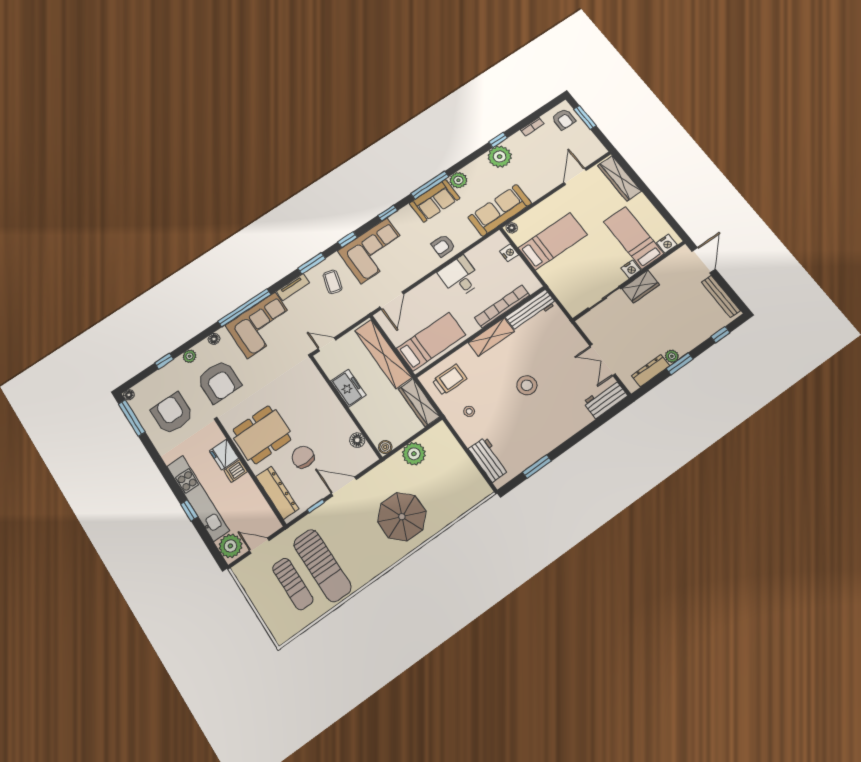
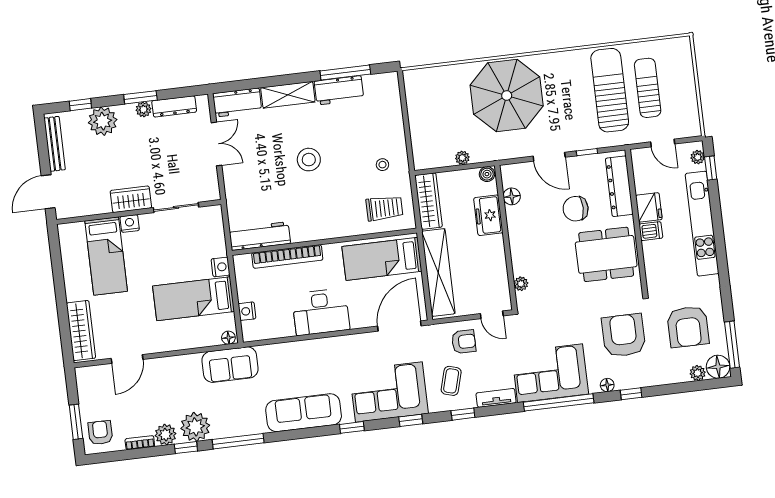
plant: (458, 180) -> (166, 435), moved
window: (430, 185) -> (238, 441), moved
sofa: (435, 201) -> (304, 413), width x1.36
sofa: (500, 210) -> (230, 365), width x0.73
nightstand: (667, 244) -> (221, 267), moved, turned 90
armchair: (443, 246) -> (464, 342), moved
window: (312, 263) -> (463, 414), width x0.67
desk: (460, 277) -> (321, 312), width x1.37
door: (392, 301) -> (399, 326), width x1.36
plant: (696, 331) -> (103, 121), added
shelving: (491, 337) -> (288, 95), moved
plant: (189, 356) -> (698, 373), moved
window: (164, 361) -> (631, 394), moved
plant: (316, 378) -> (521, 284), added
trolley: (450, 380) -> (384, 208), turned 180
freezer: (348, 388) -> (488, 215), moved
floor lamp: (129, 395) -> (718, 367), width x1.89, depth x1.89
fridge: (224, 454) -> (649, 207), moved
plant: (414, 454) -> (462, 158), width x0.53, depth x0.53
chair: (303, 457) -> (576, 209), turned 90
workbench: (489, 459) -> (339, 90), moved, turned -90
window: (537, 467) -> (345, 73), width x1.44
window: (189, 510) -> (711, 168), moved
parasol: (402, 517) -> (507, 96), width x1.36, depth x1.36
plant: (230, 546) -> (698, 157), width x0.53, depth x0.53

